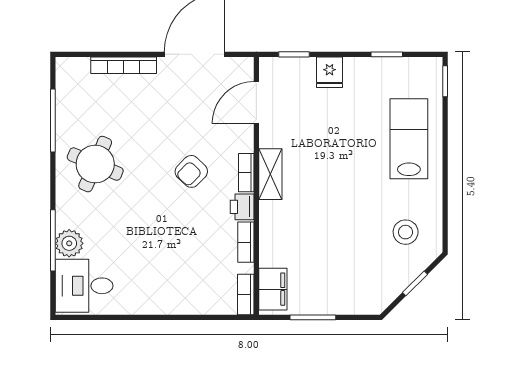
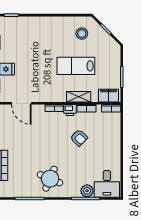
lab bench: (409, 139) -> (76, 66), moved
armchair: (191, 171) -> (79, 138), moved
shelving: (270, 174) -> (79, 97), moved

